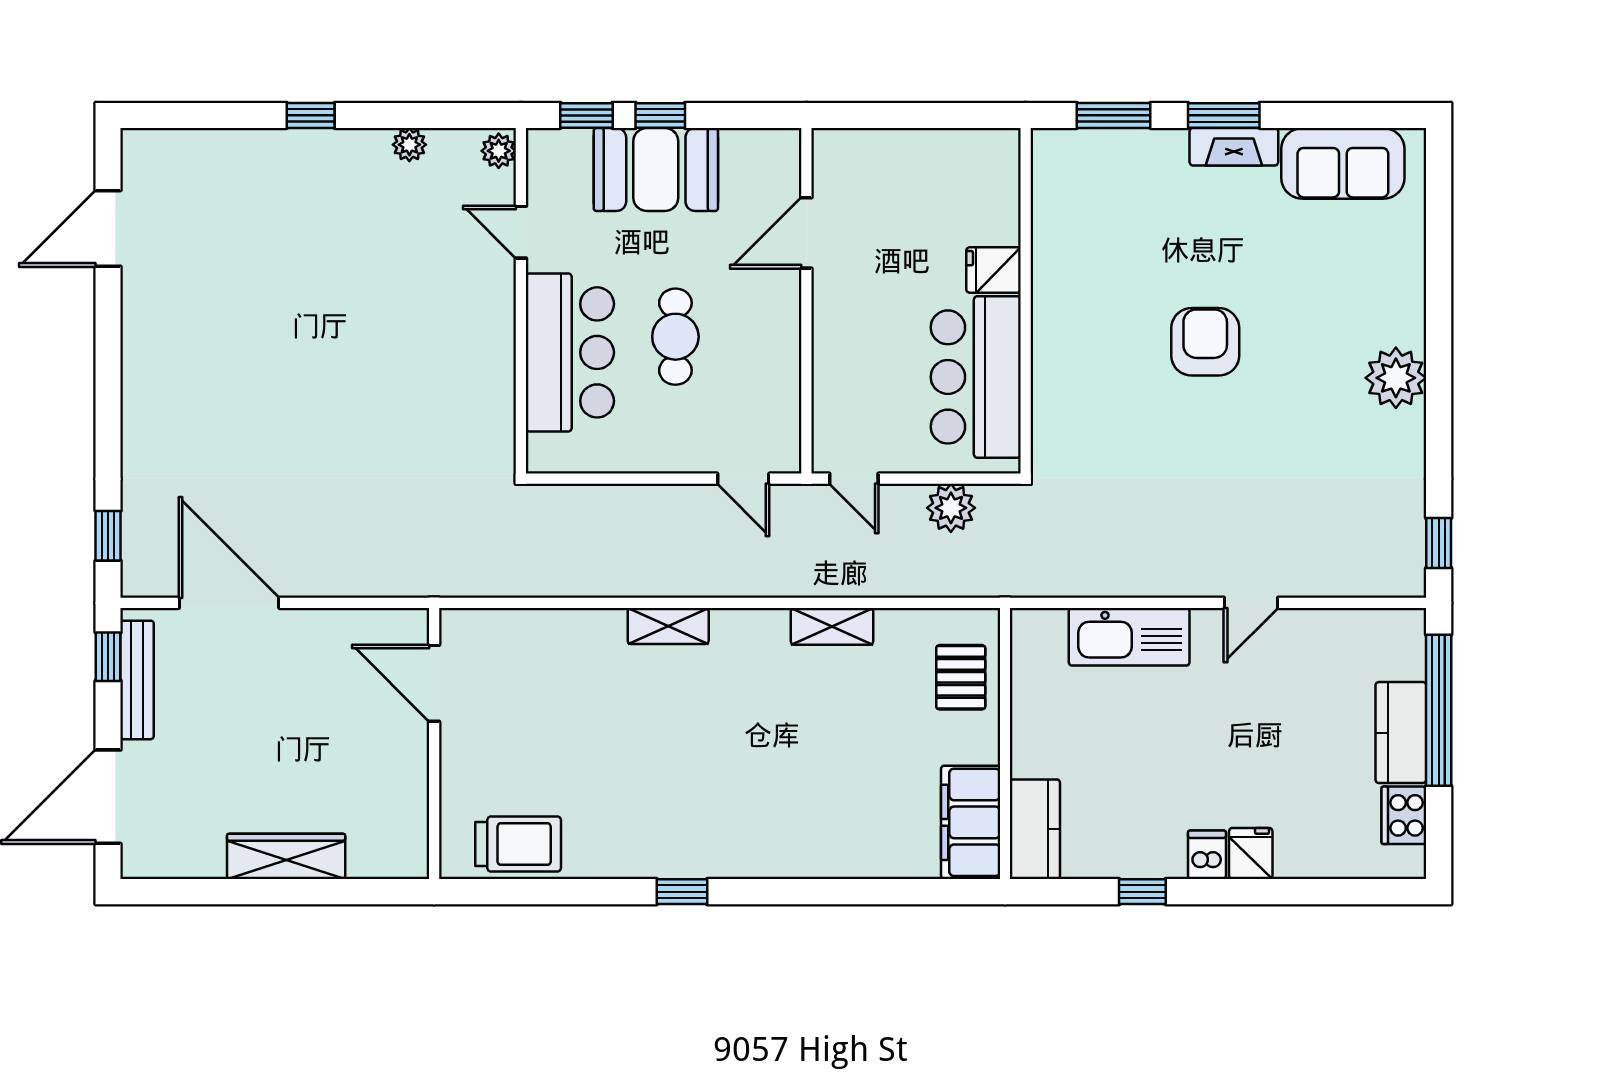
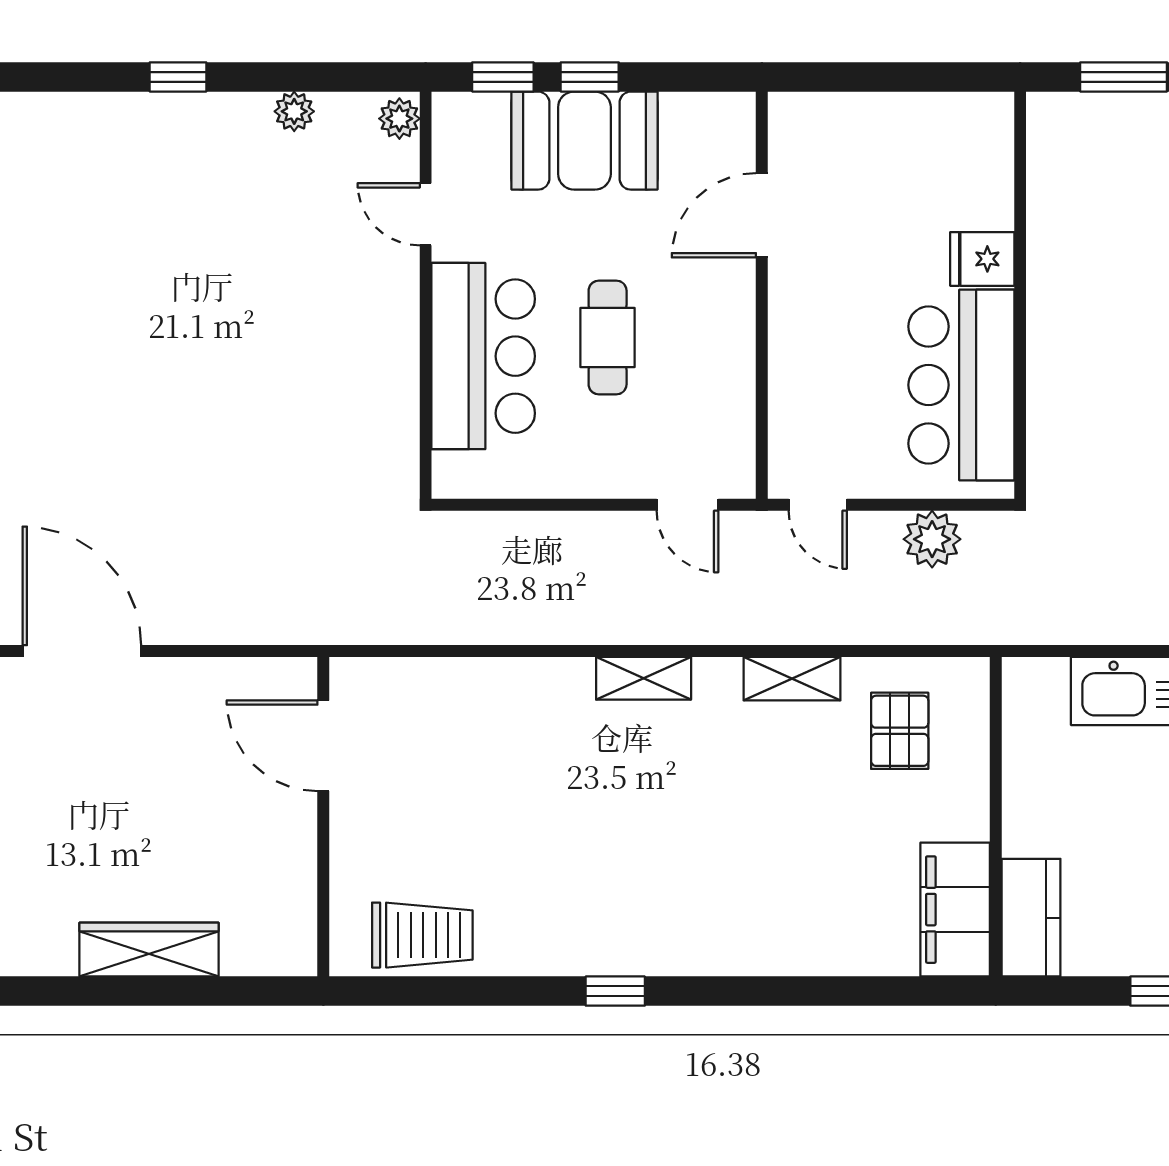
shelving: (668, 626) -> (644, 678), moved
pallet: (961, 677) -> (900, 731), moved

